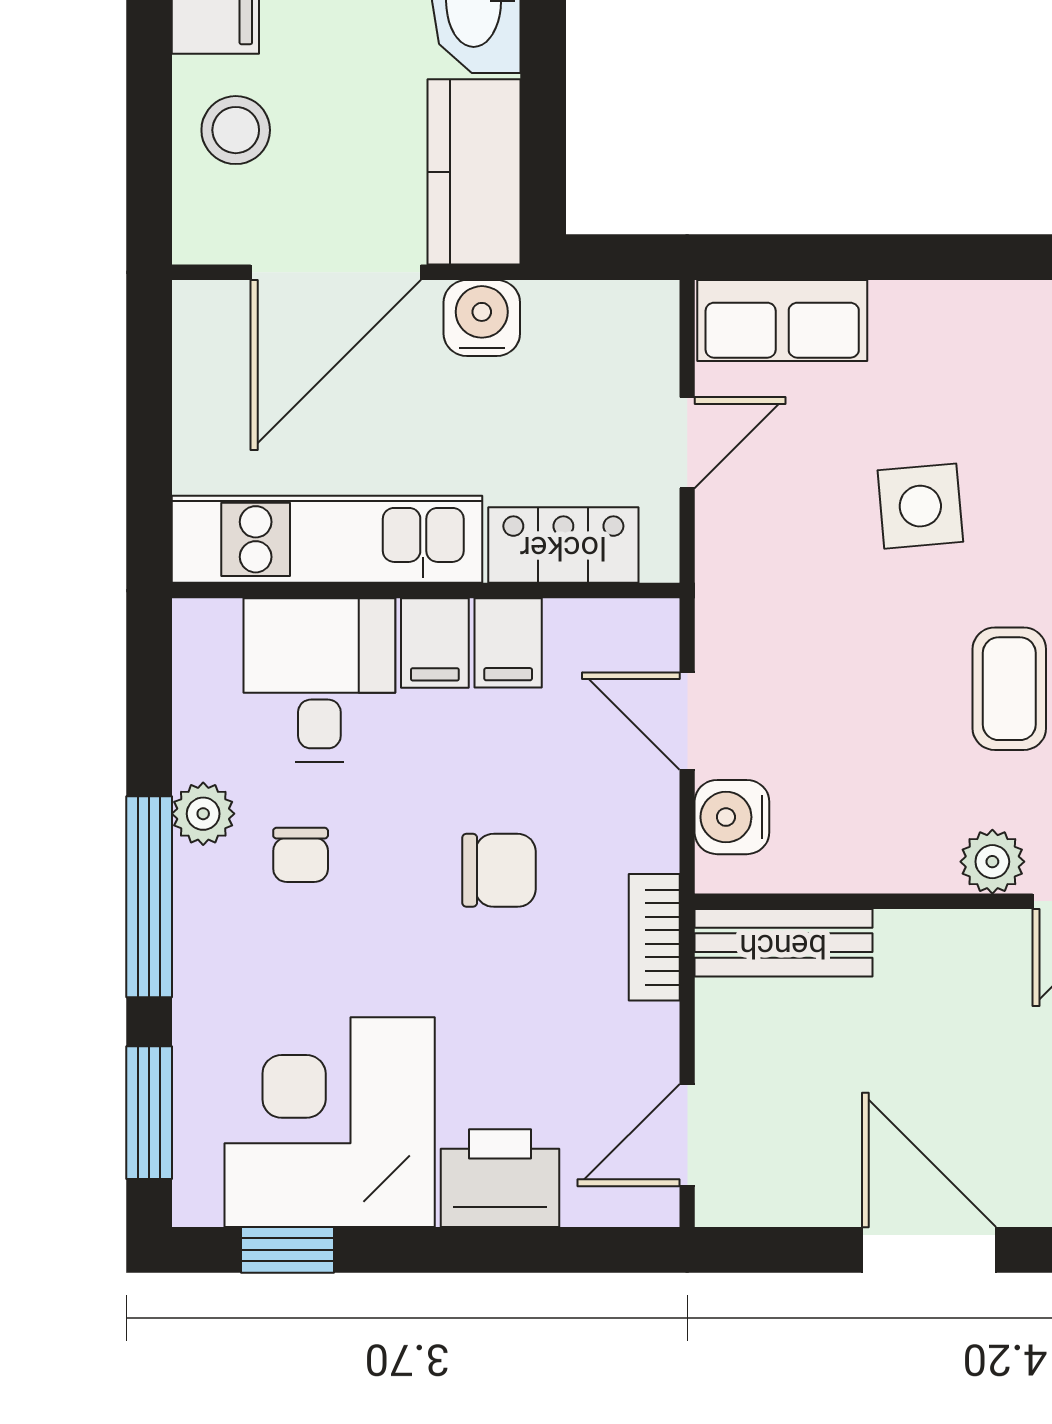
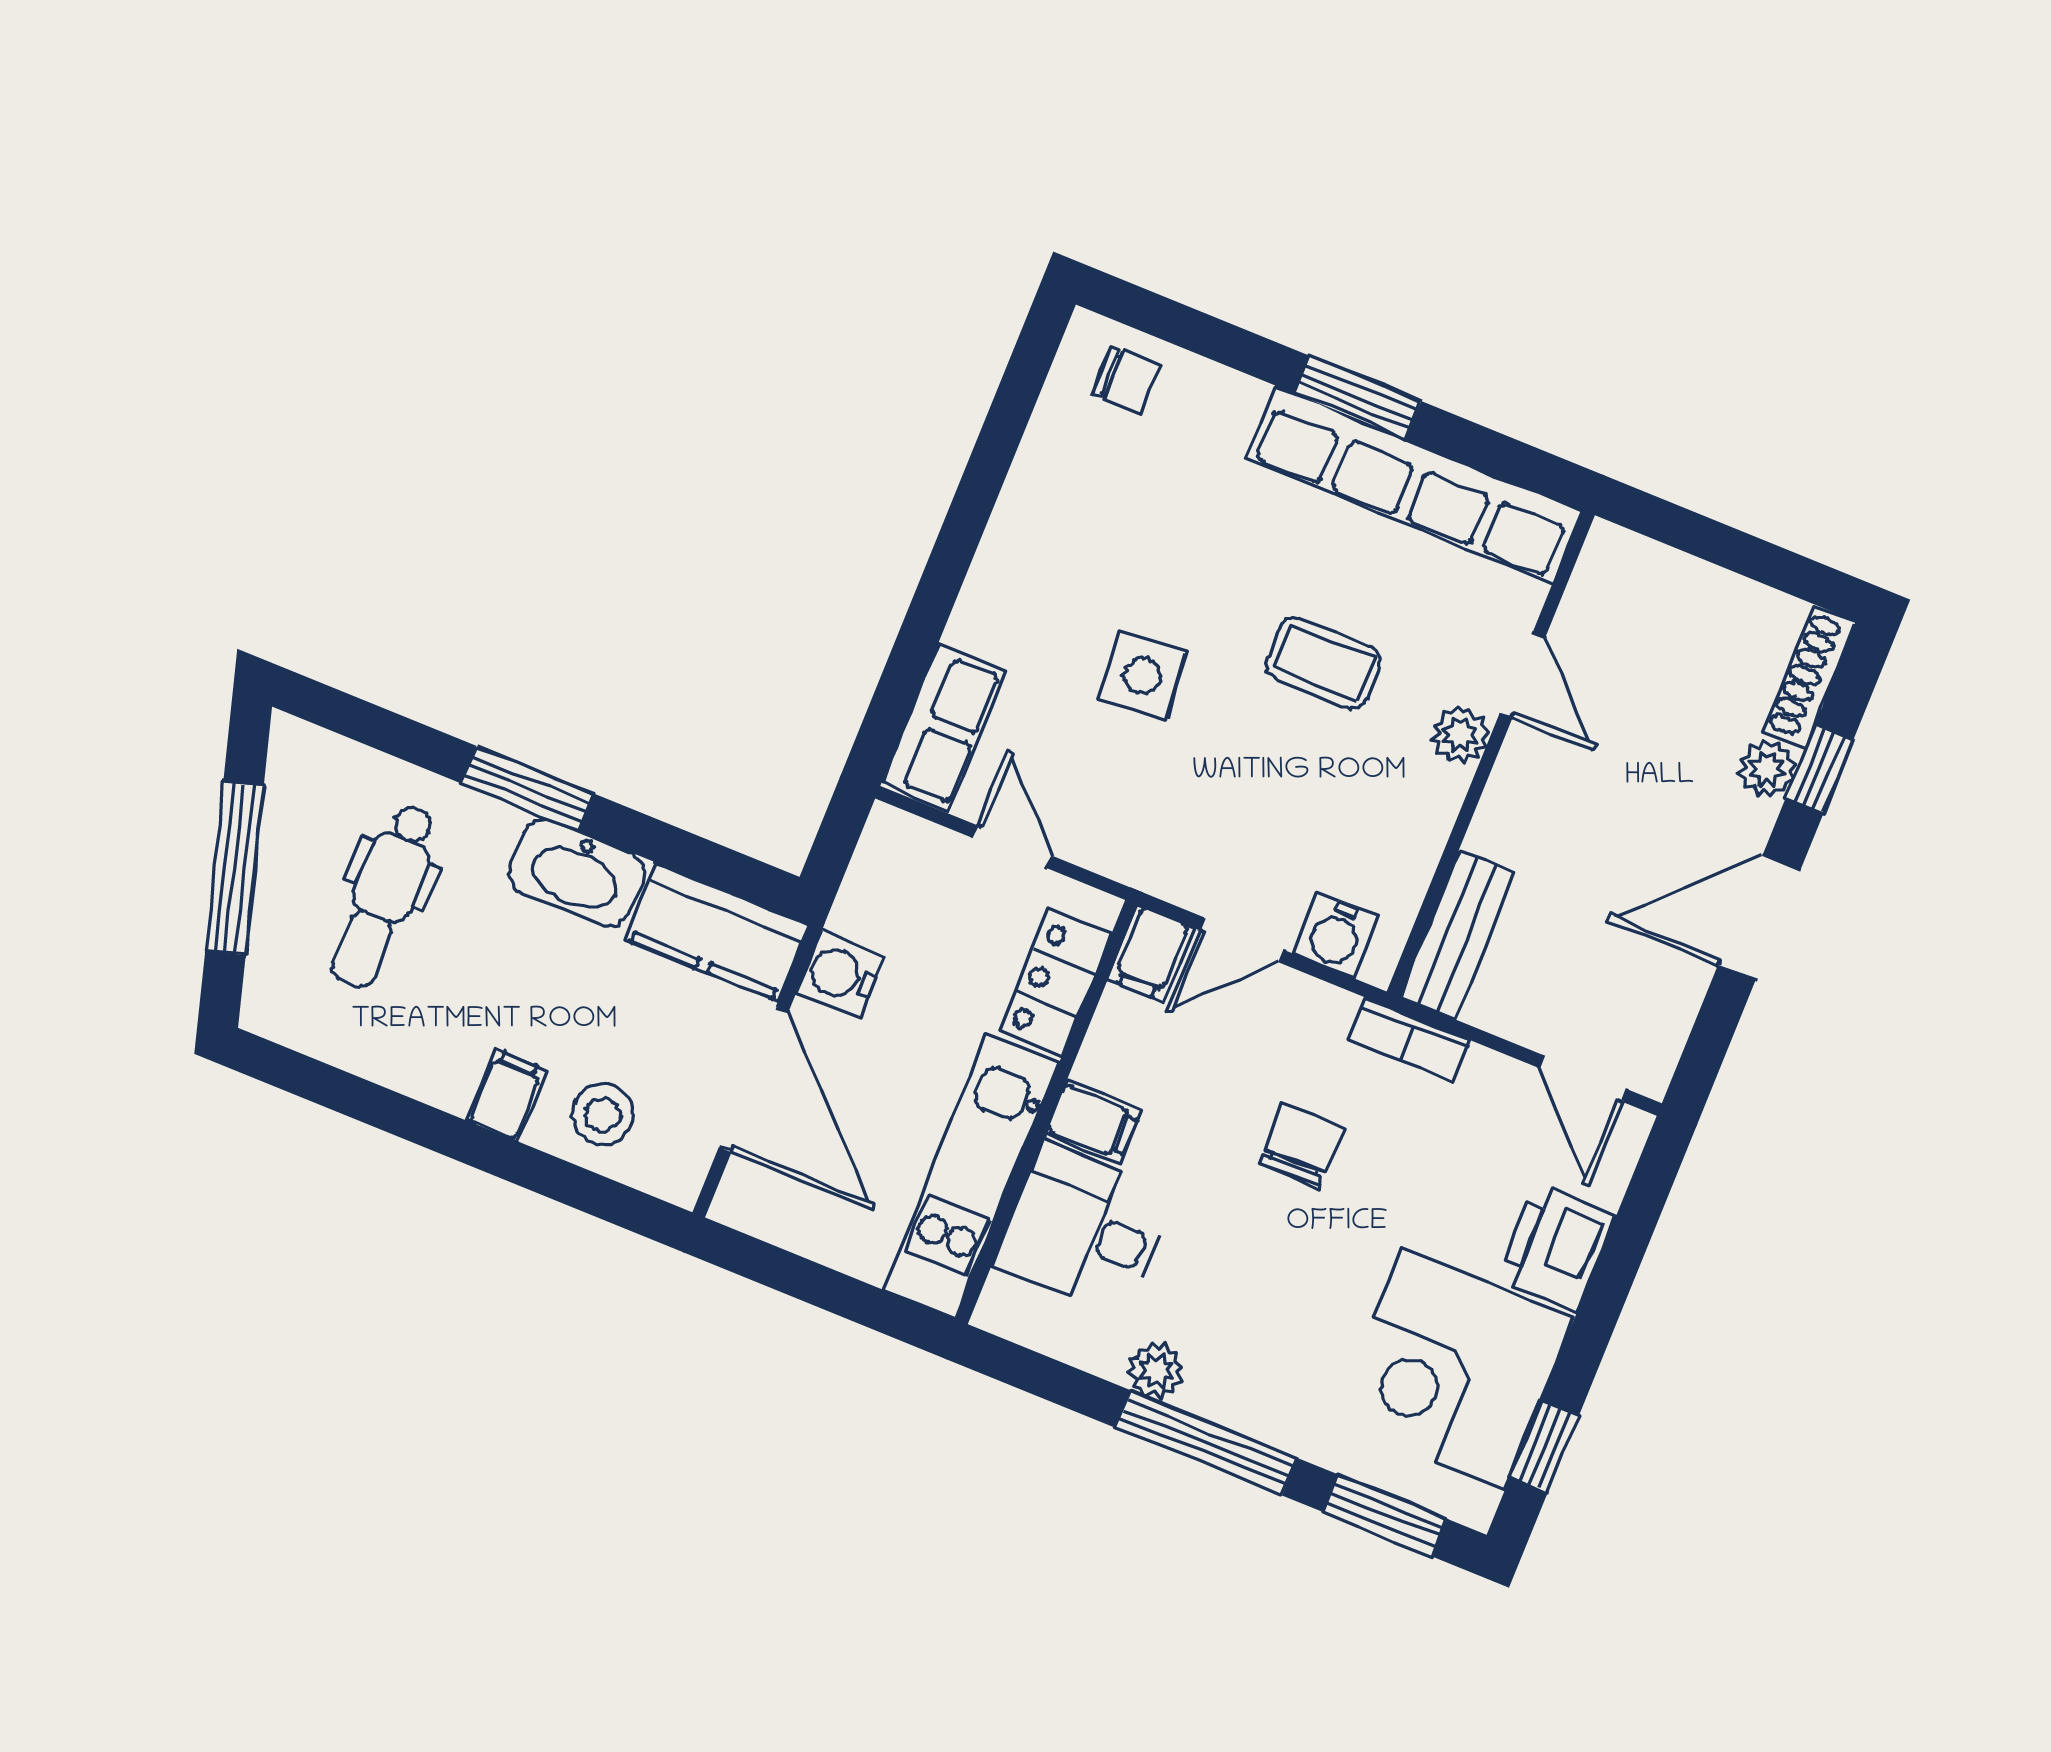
filing cabinet: (508, 643) -> (1150, 953), moved, turned 90
chair: (301, 855) -> (1223, 1304), removed

